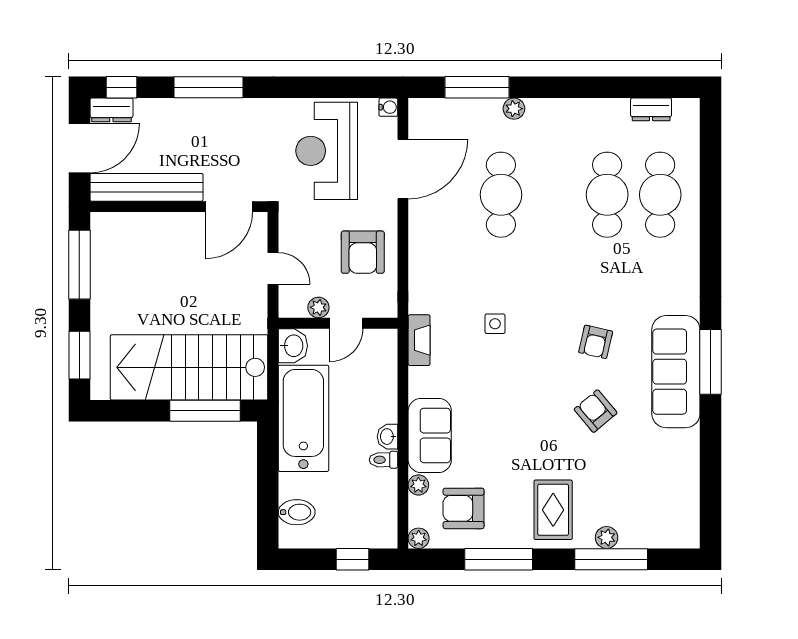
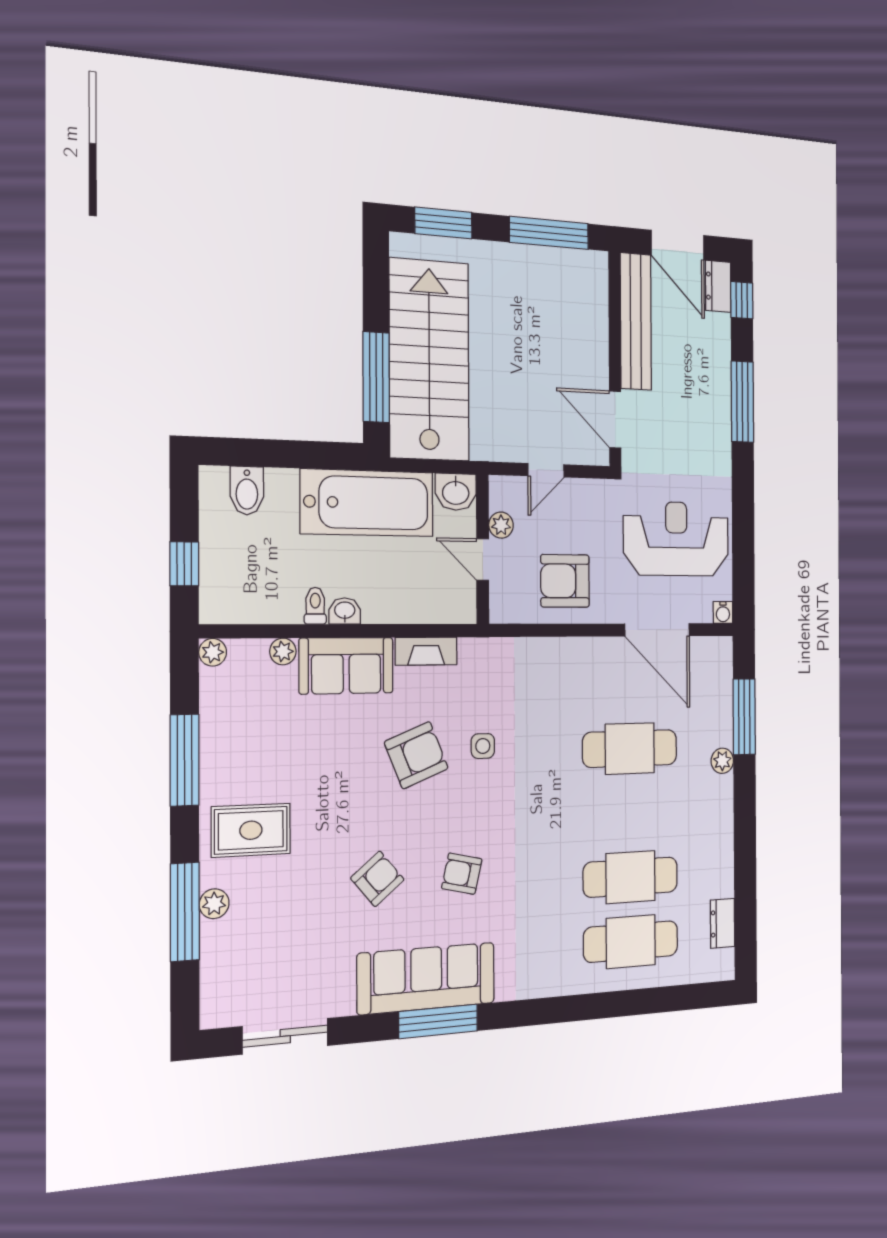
fireplace: (419, 340) -> (426, 651), moved
sliding door: (710, 484) -> (285, 1036), added
armchair: (464, 508) -> (416, 755), moved, turned 68

